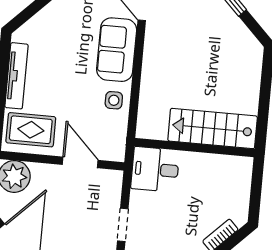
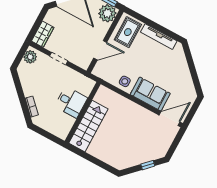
desk: (155, 169) -> (71, 102), moved, turned 90

